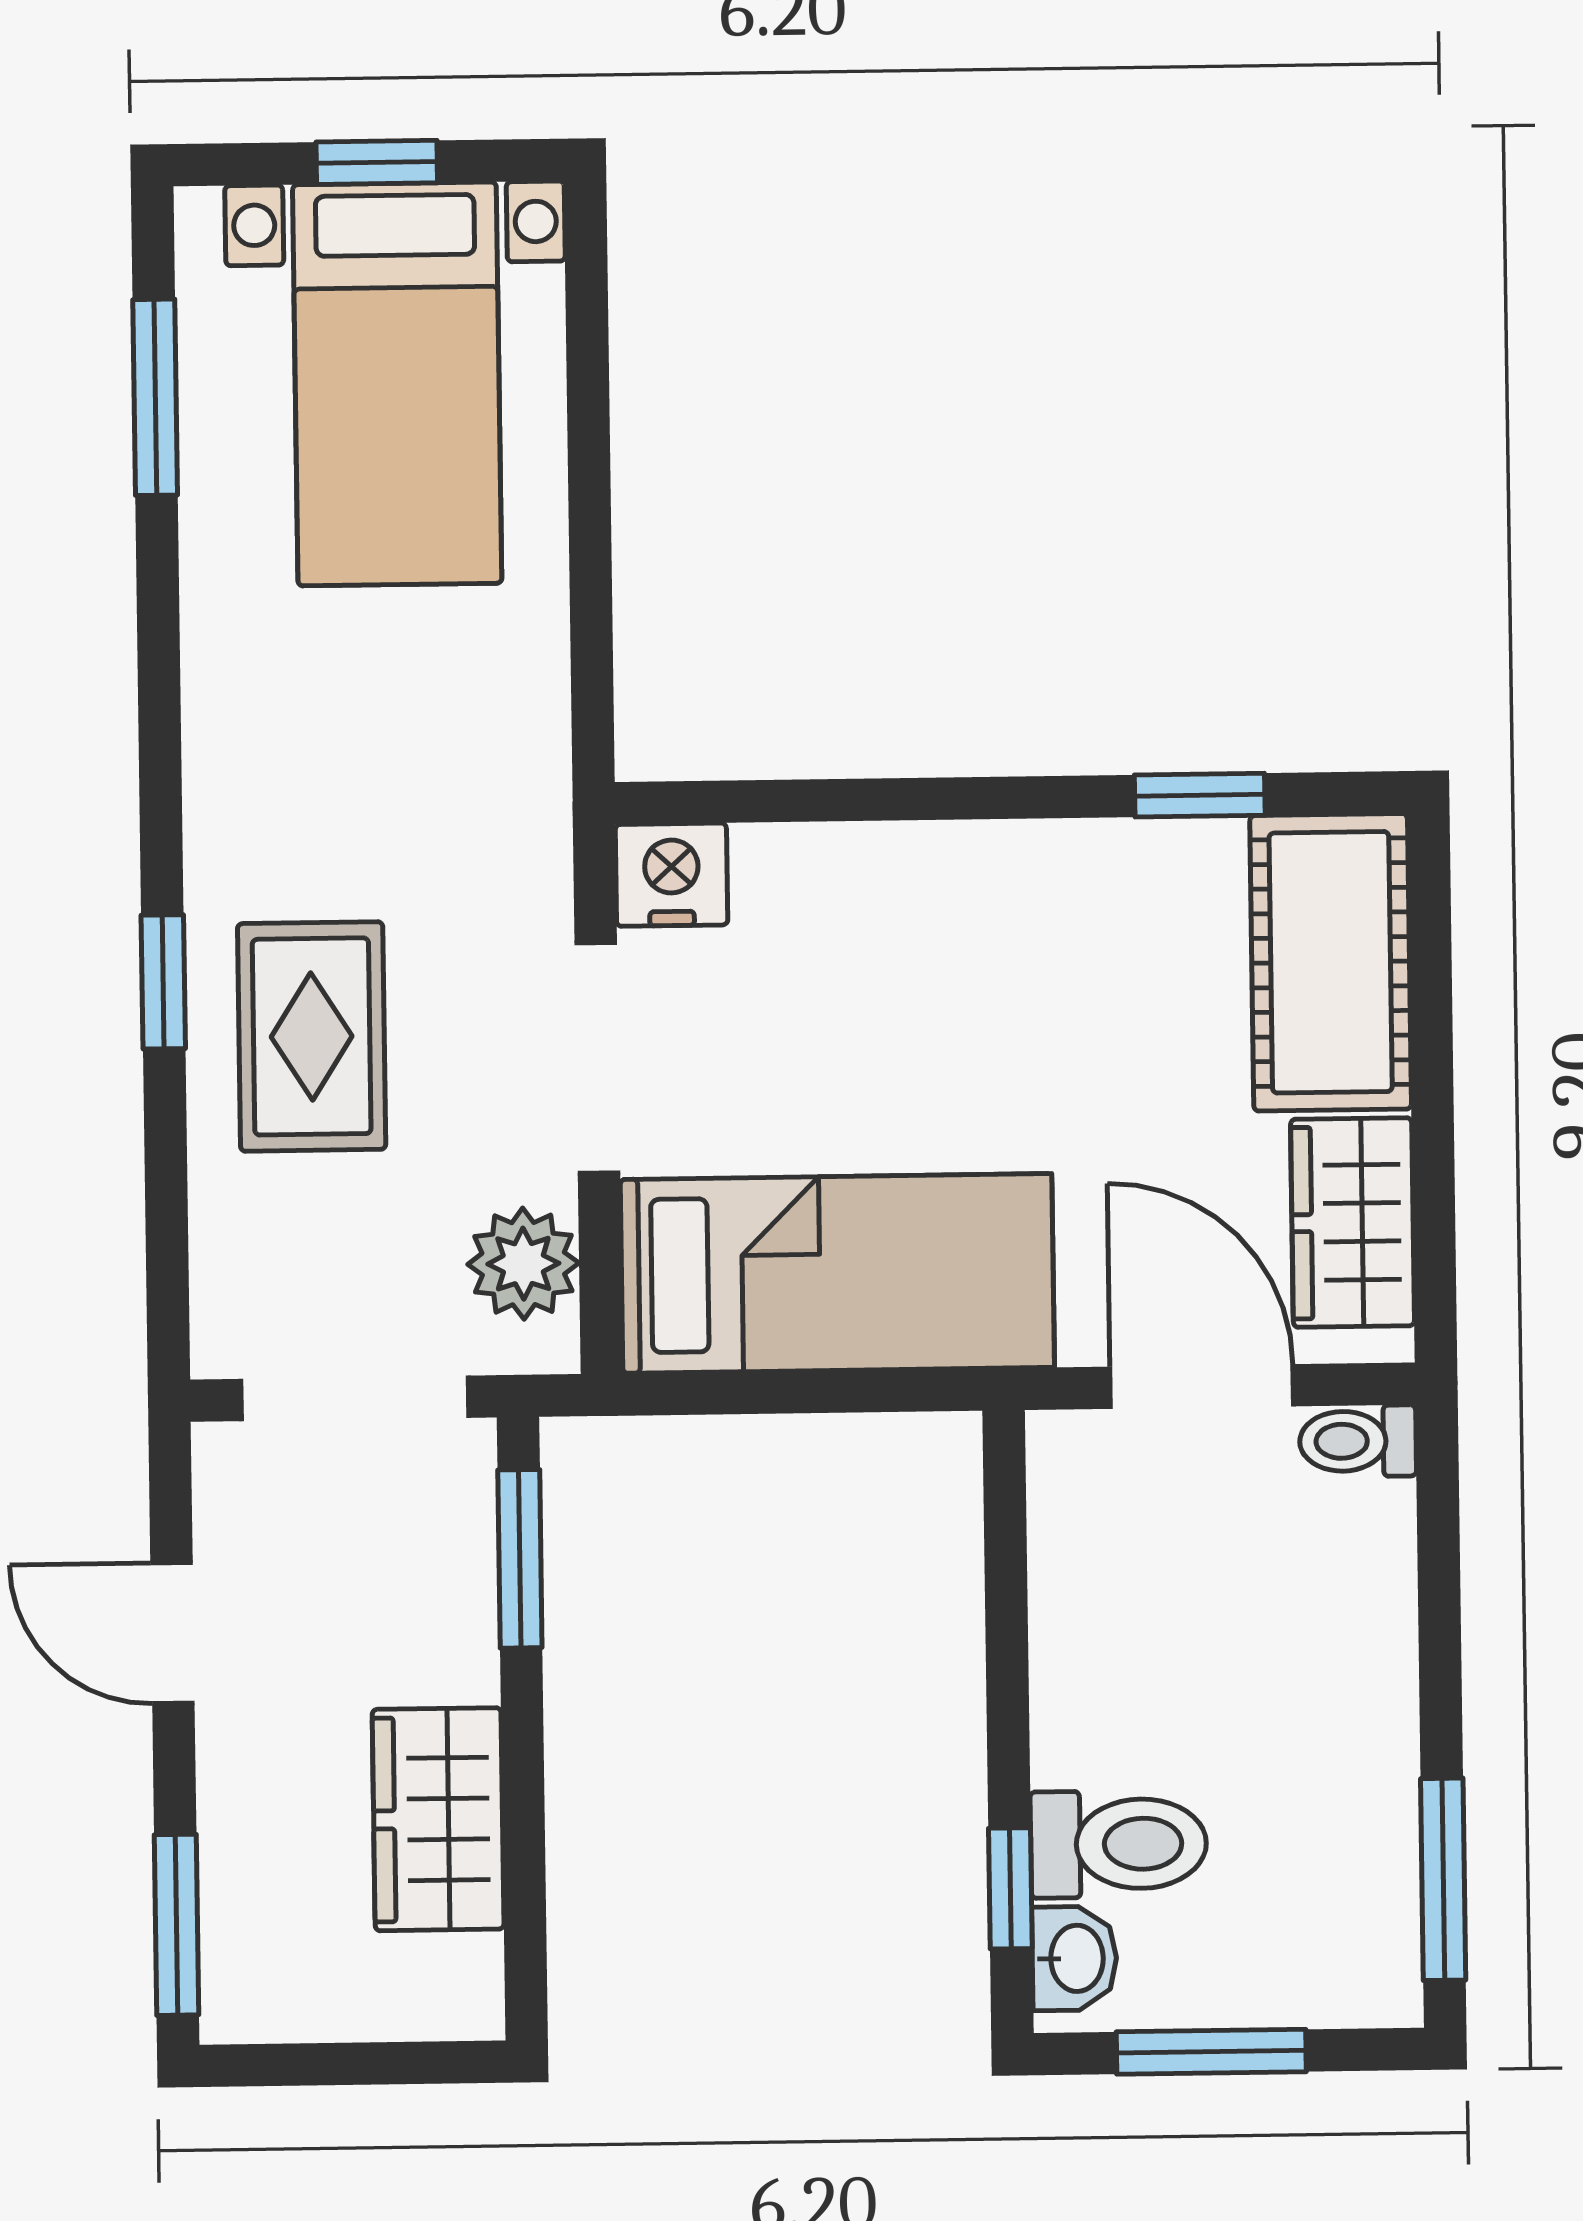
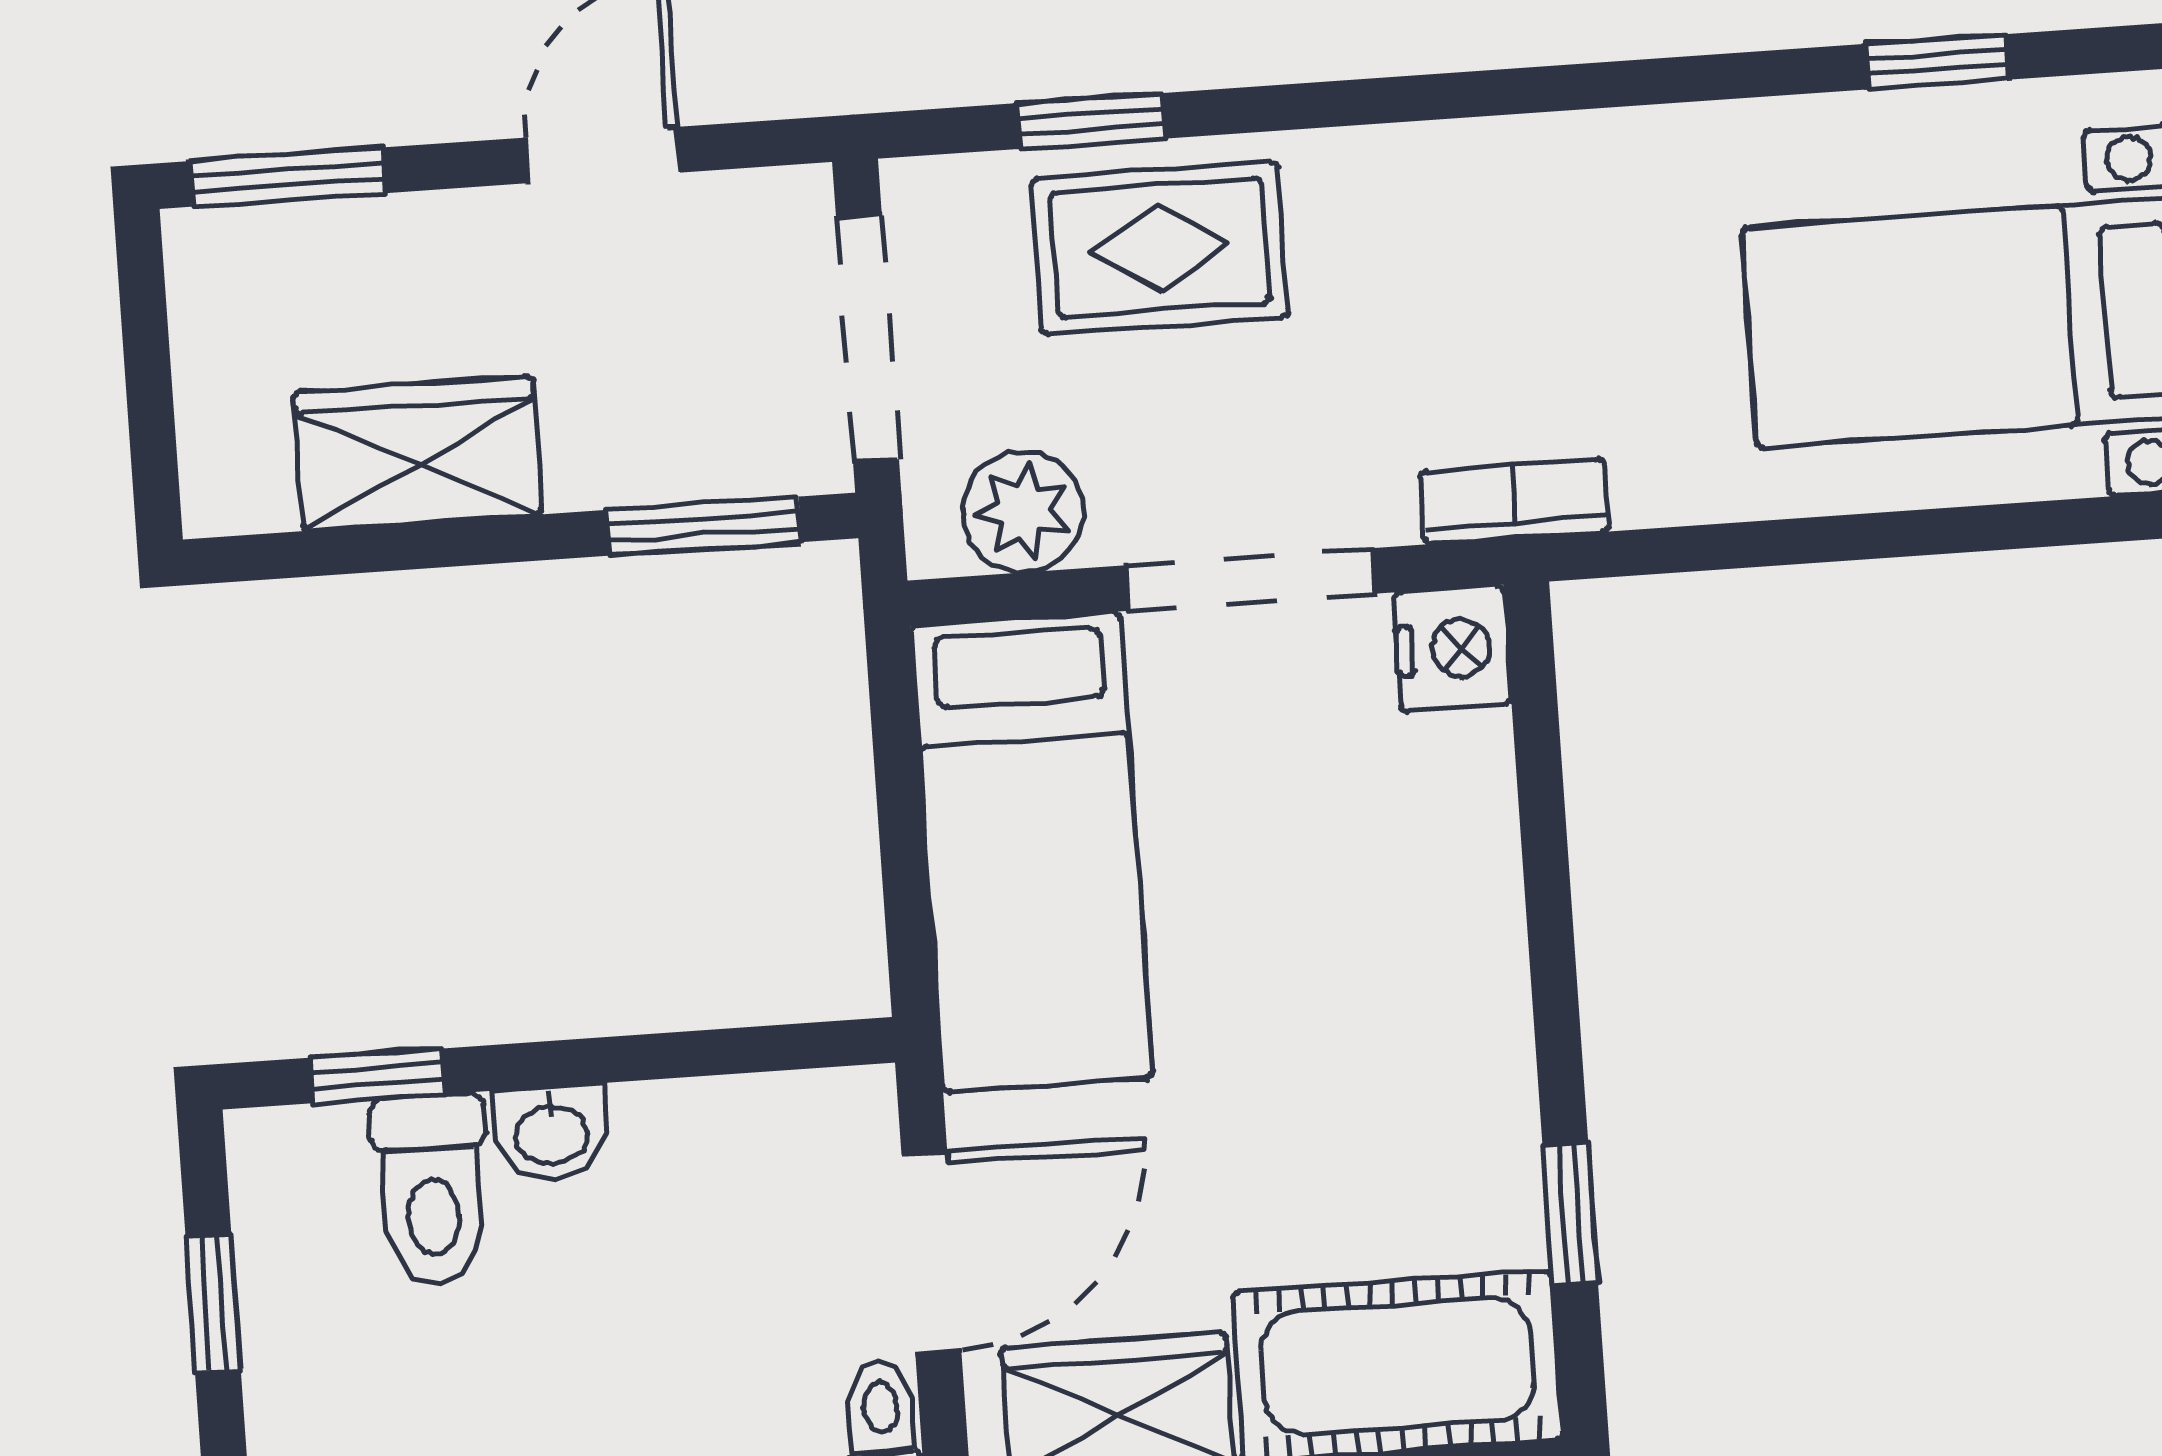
window: (155, 397) -> (1937, 62), width x0.67
bookcase: (539, 810) -> (1515, 501), added
window: (163, 982) -> (1091, 121), moved
rug: (312, 1036) -> (1160, 248), moved
washbasin: (1074, 1958) -> (551, 1132), moved
window: (1211, 2052) -> (213, 1303), width x0.67

